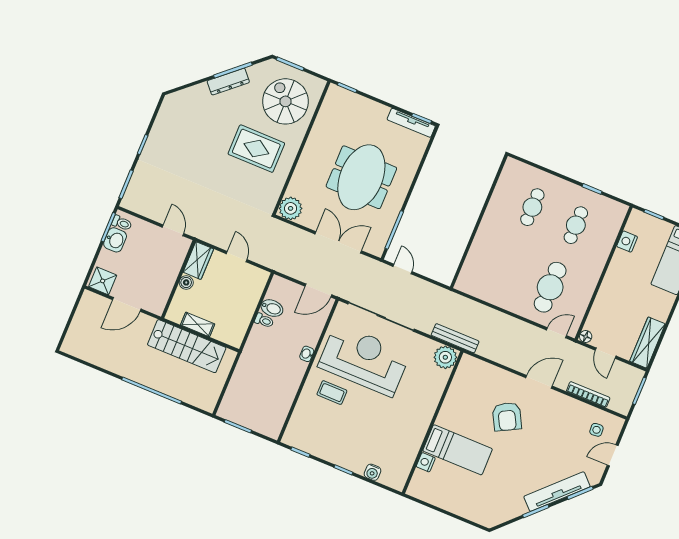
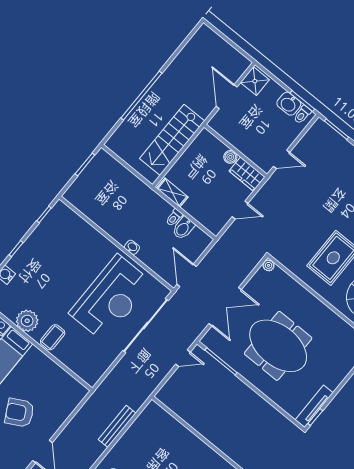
plant: (291, 208) -> (268, 265), width x0.53, depth x0.53
shelving: (198, 324) -> (172, 193), moved, turned 90
bench: (455, 338) -> (117, 426), moved
plant: (445, 357) -> (27, 321), moved
coffee table: (332, 393) -> (53, 337), moved

